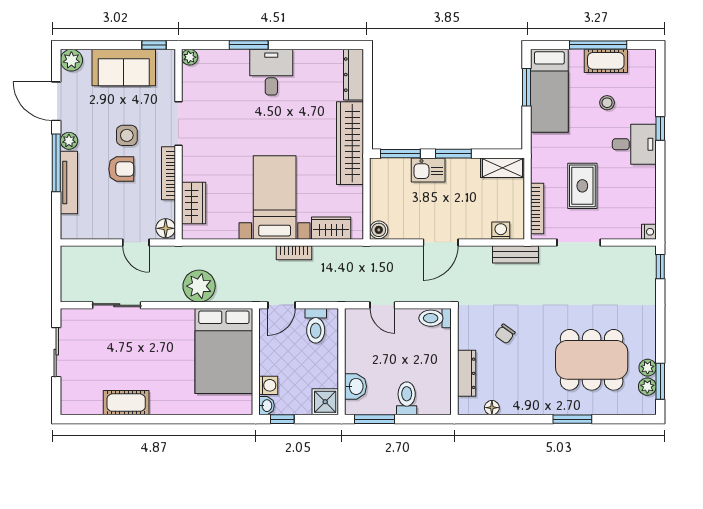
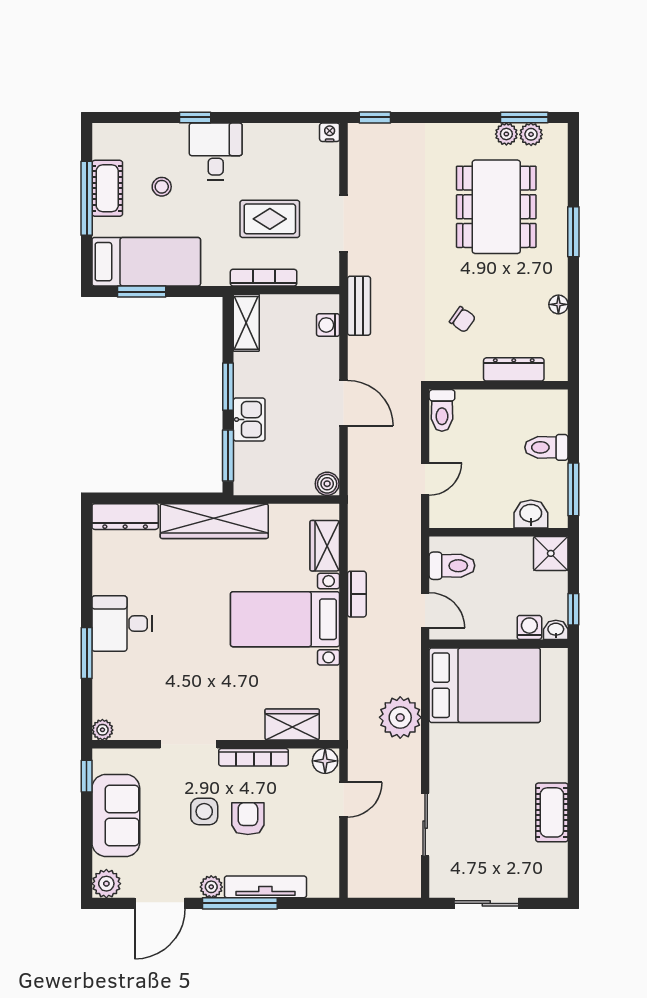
bookcase: (537, 208) -> (264, 278), moved
floor lamp: (492, 408) -> (558, 304), moved

